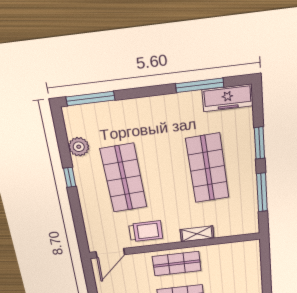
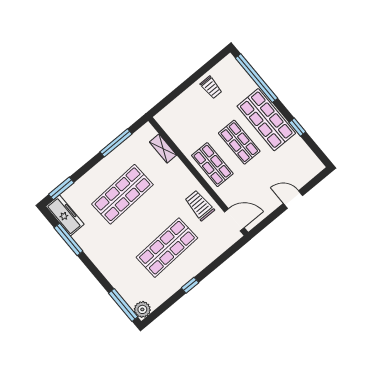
window: (259, 143) -> (61, 188), moved
plant: (79, 147) -> (142, 309), moved
shelving: (197, 234) -> (163, 149), moved

